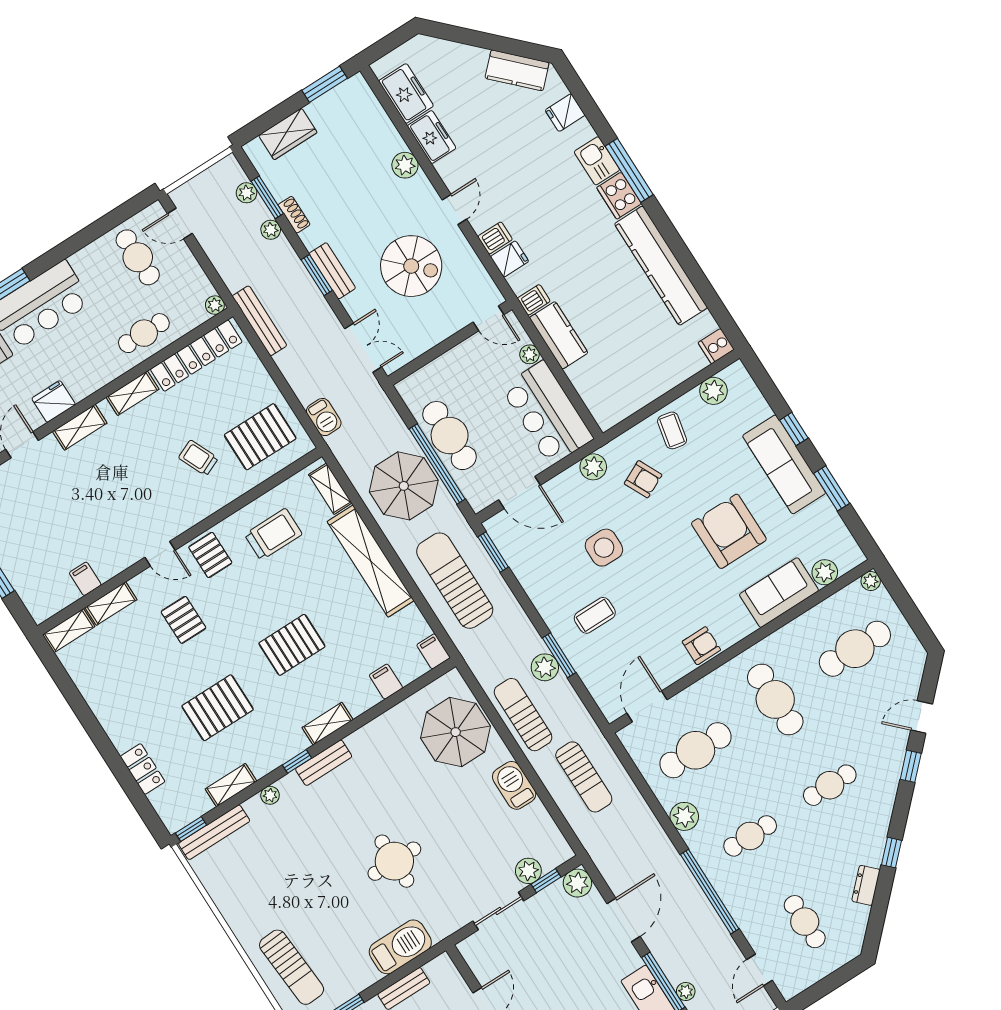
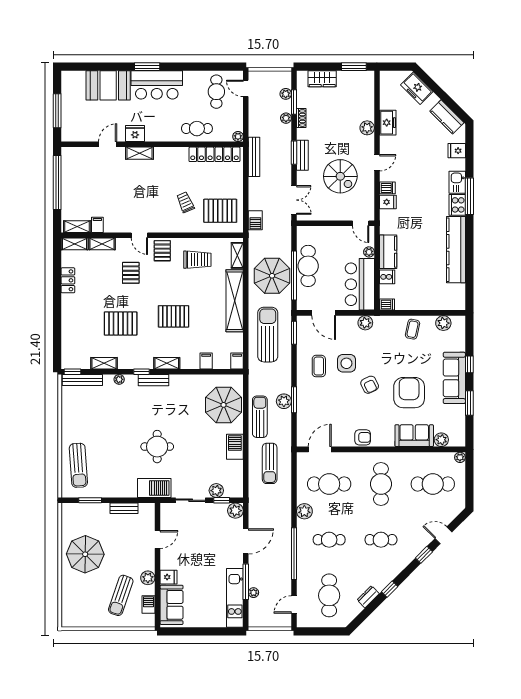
freezer: (406, 93) -> (417, 88), moved, turned 135
dishwasher: (534, 300) -> (387, 304), moved
cooker: (716, 346) -> (387, 277), moved, turned 180
shelving: (133, 393) -> (77, 227), moved
armchair: (643, 479) -> (370, 385), moved
coffee table: (595, 615) -> (319, 366), moved, turned 90
locker: (143, 769) -> (68, 280), moved
cafe table: (805, 922) -> (329, 595), width x1.37, depth x1.35
barbecue: (400, 947) -> (154, 488), moved

